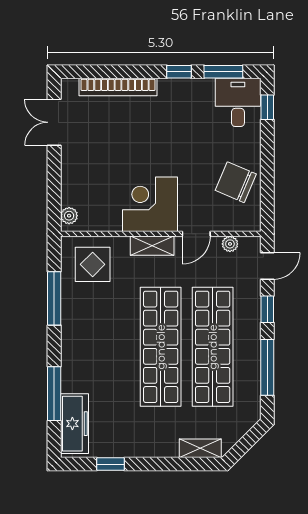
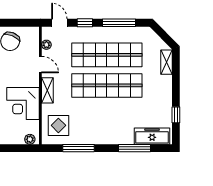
corner desk: (150, 204) -> (23, 104), moved

